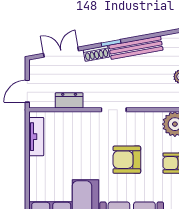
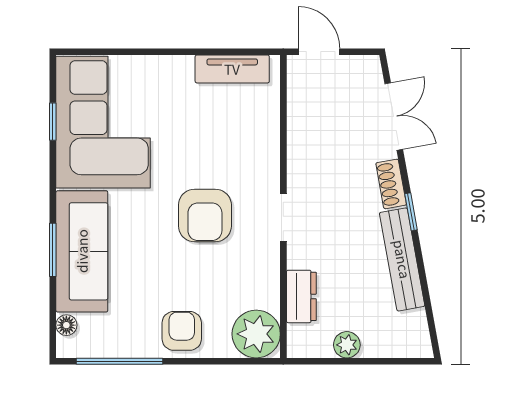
dresser: (69, 100) -> (301, 296), moved
armchair: (127, 160) -> (205, 215), moved, turned 180

